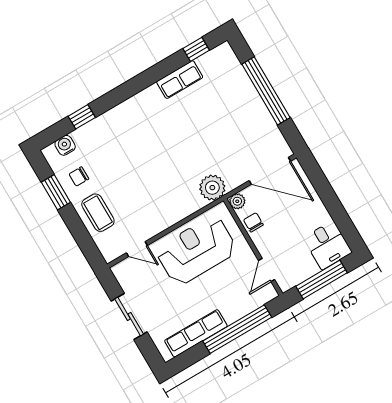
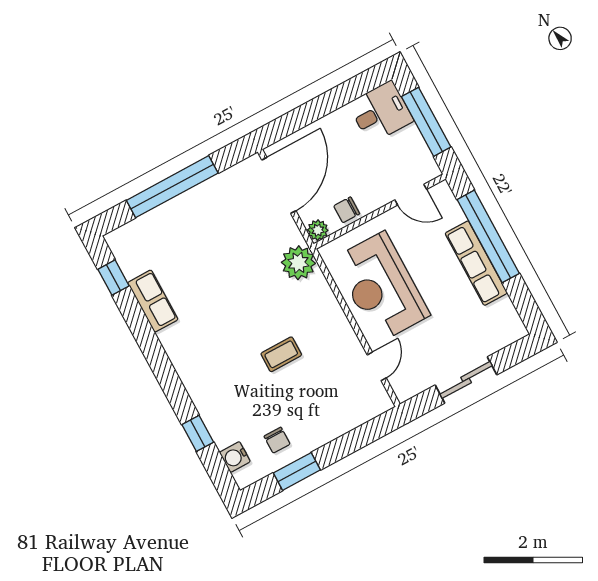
coffee table: (98, 213) -> (281, 354), moved, width x0.73, depth x0.77
row of seats: (196, 333) -> (476, 263), moved

